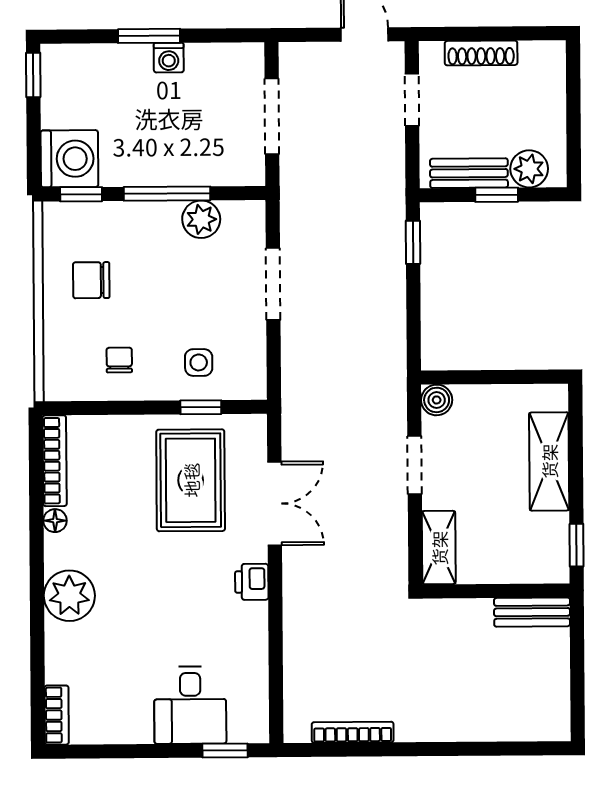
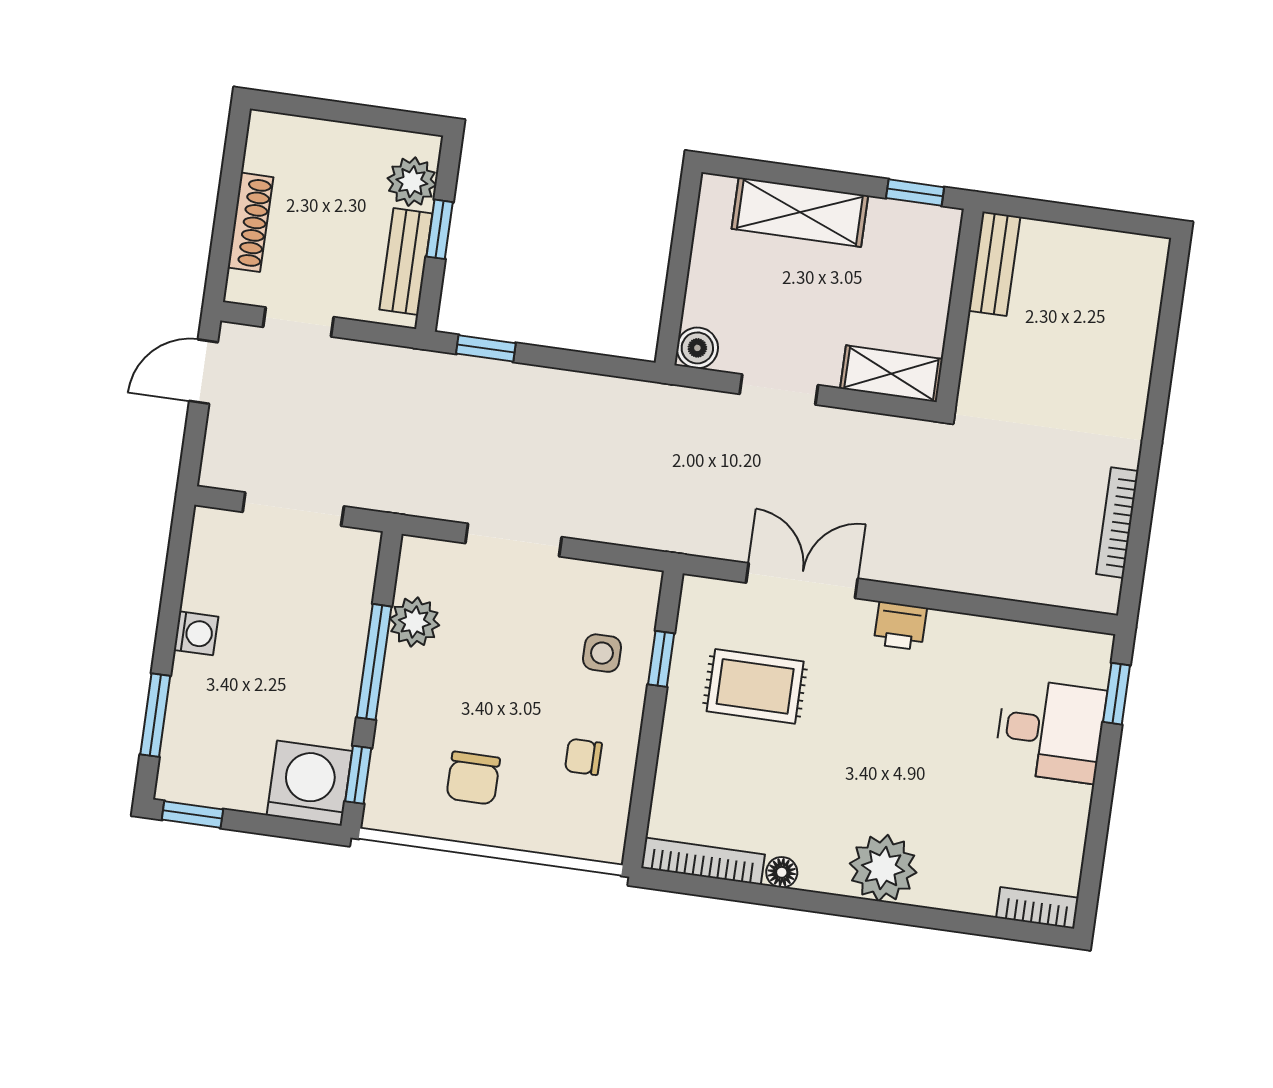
window: (149, 36) -> (155, 715), moved
rug: (191, 480) -> (755, 686), width x0.73, depth x0.70

